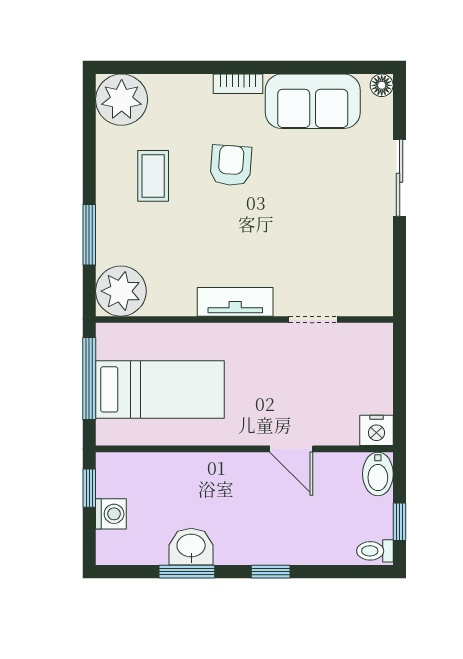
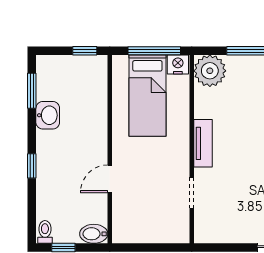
nightstand: (376, 430) -> (178, 64), moved, turned 90
washing machine: (111, 514) -> (68, 64), removed
window: (187, 572) -> (32, 91), moved

